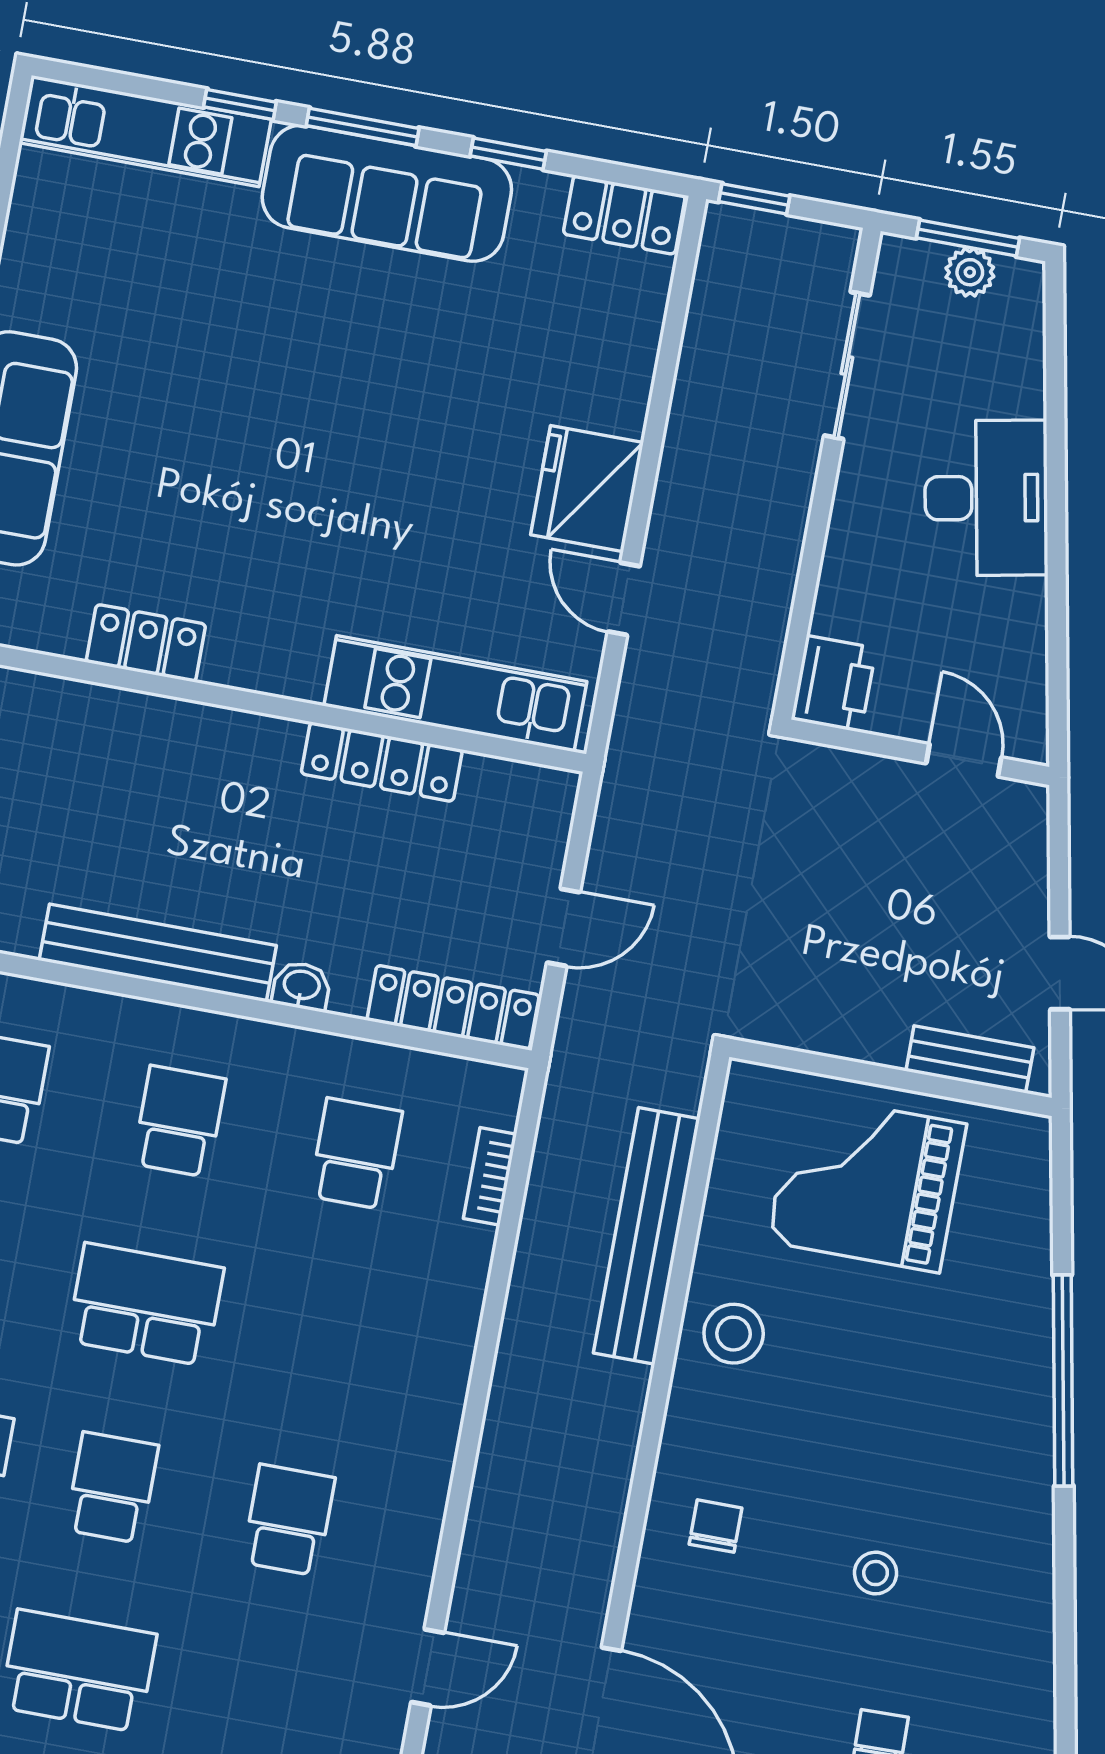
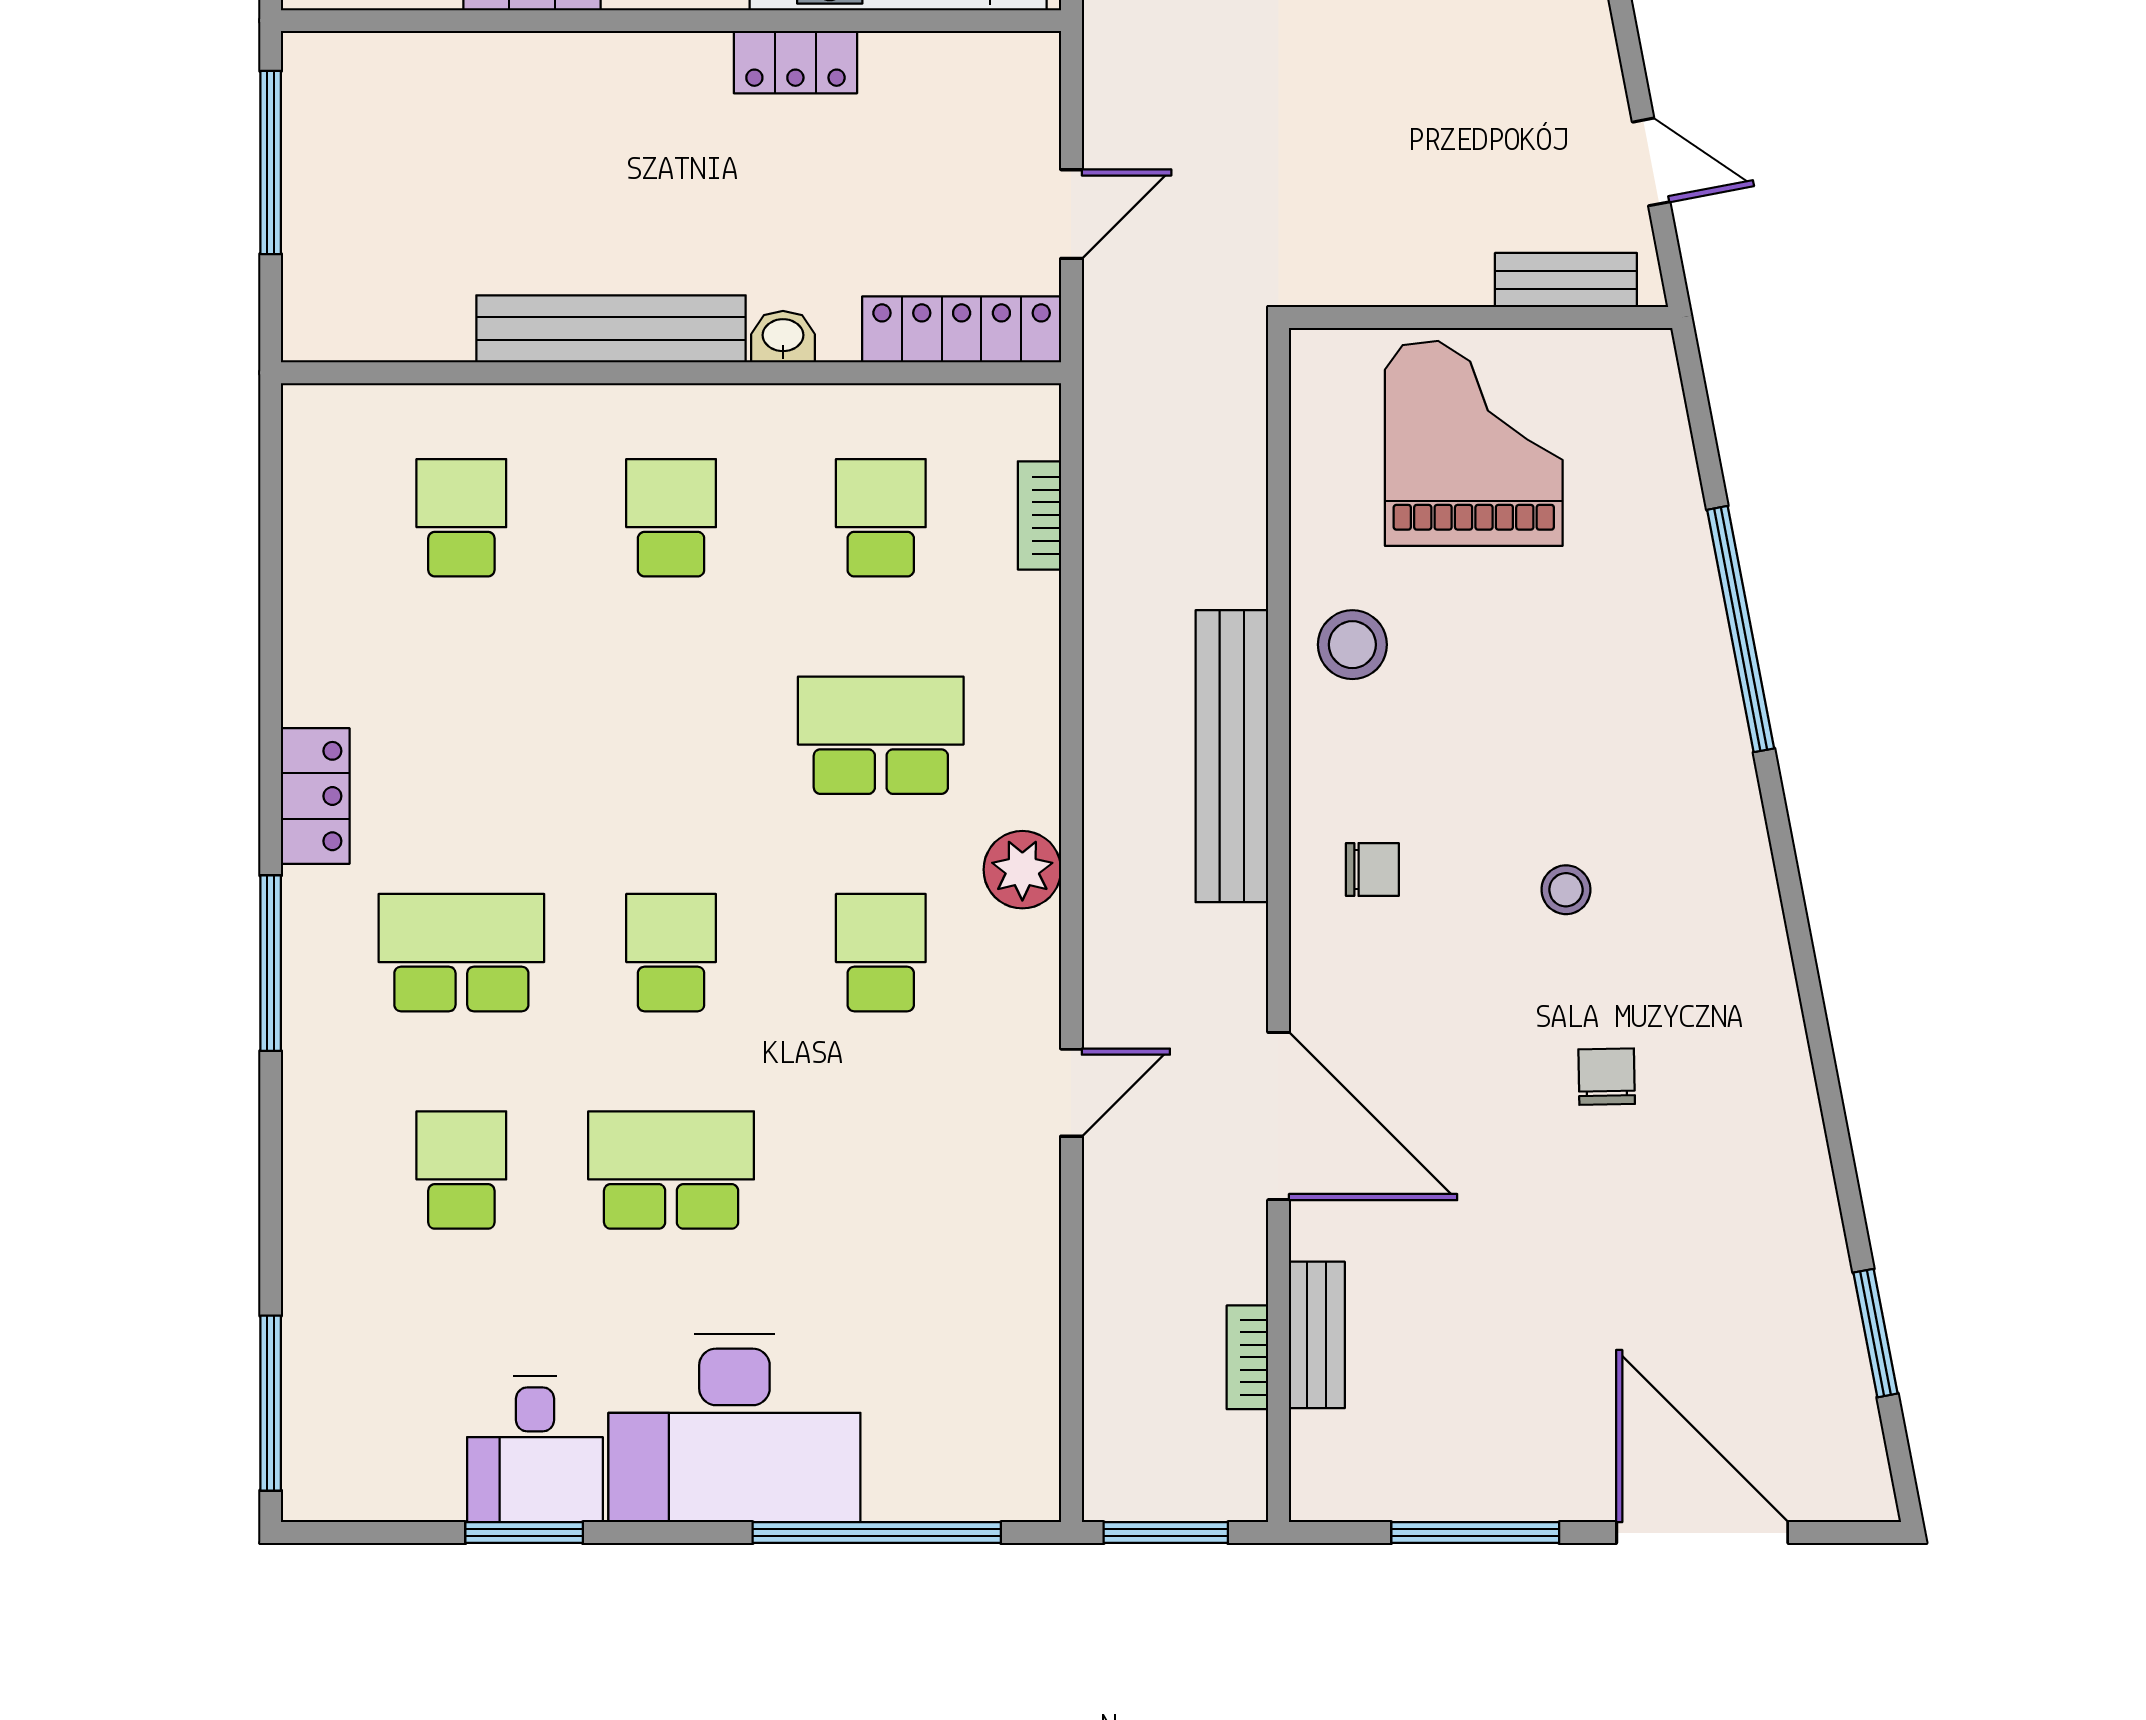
locker: (382, 762) -> (795, 62), width x0.66
grand piano: (867, 1183) -> (1474, 443), turned 90
bench: (647, 1236) -> (1232, 756), moved
school desk: (146, 1304) -> (881, 735), moved
plant: (421, 1472) -> (1022, 870), added
chair: (716, 1526) -> (1372, 870), turned 90

